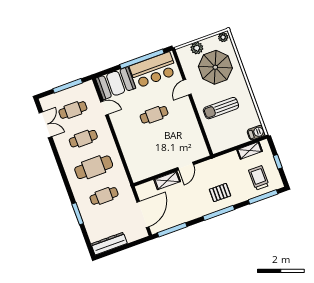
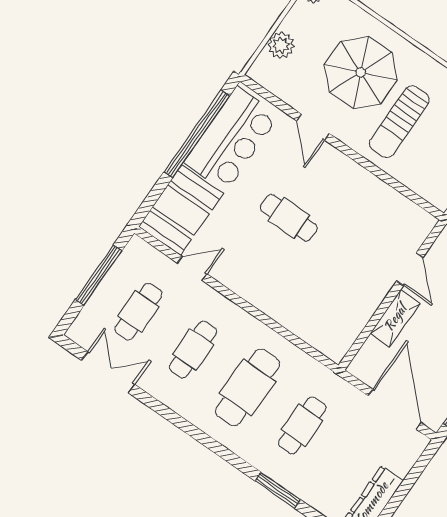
parasol: (215, 67) -> (361, 72), moved
cafe table: (154, 115) -> (289, 218), turned 90

